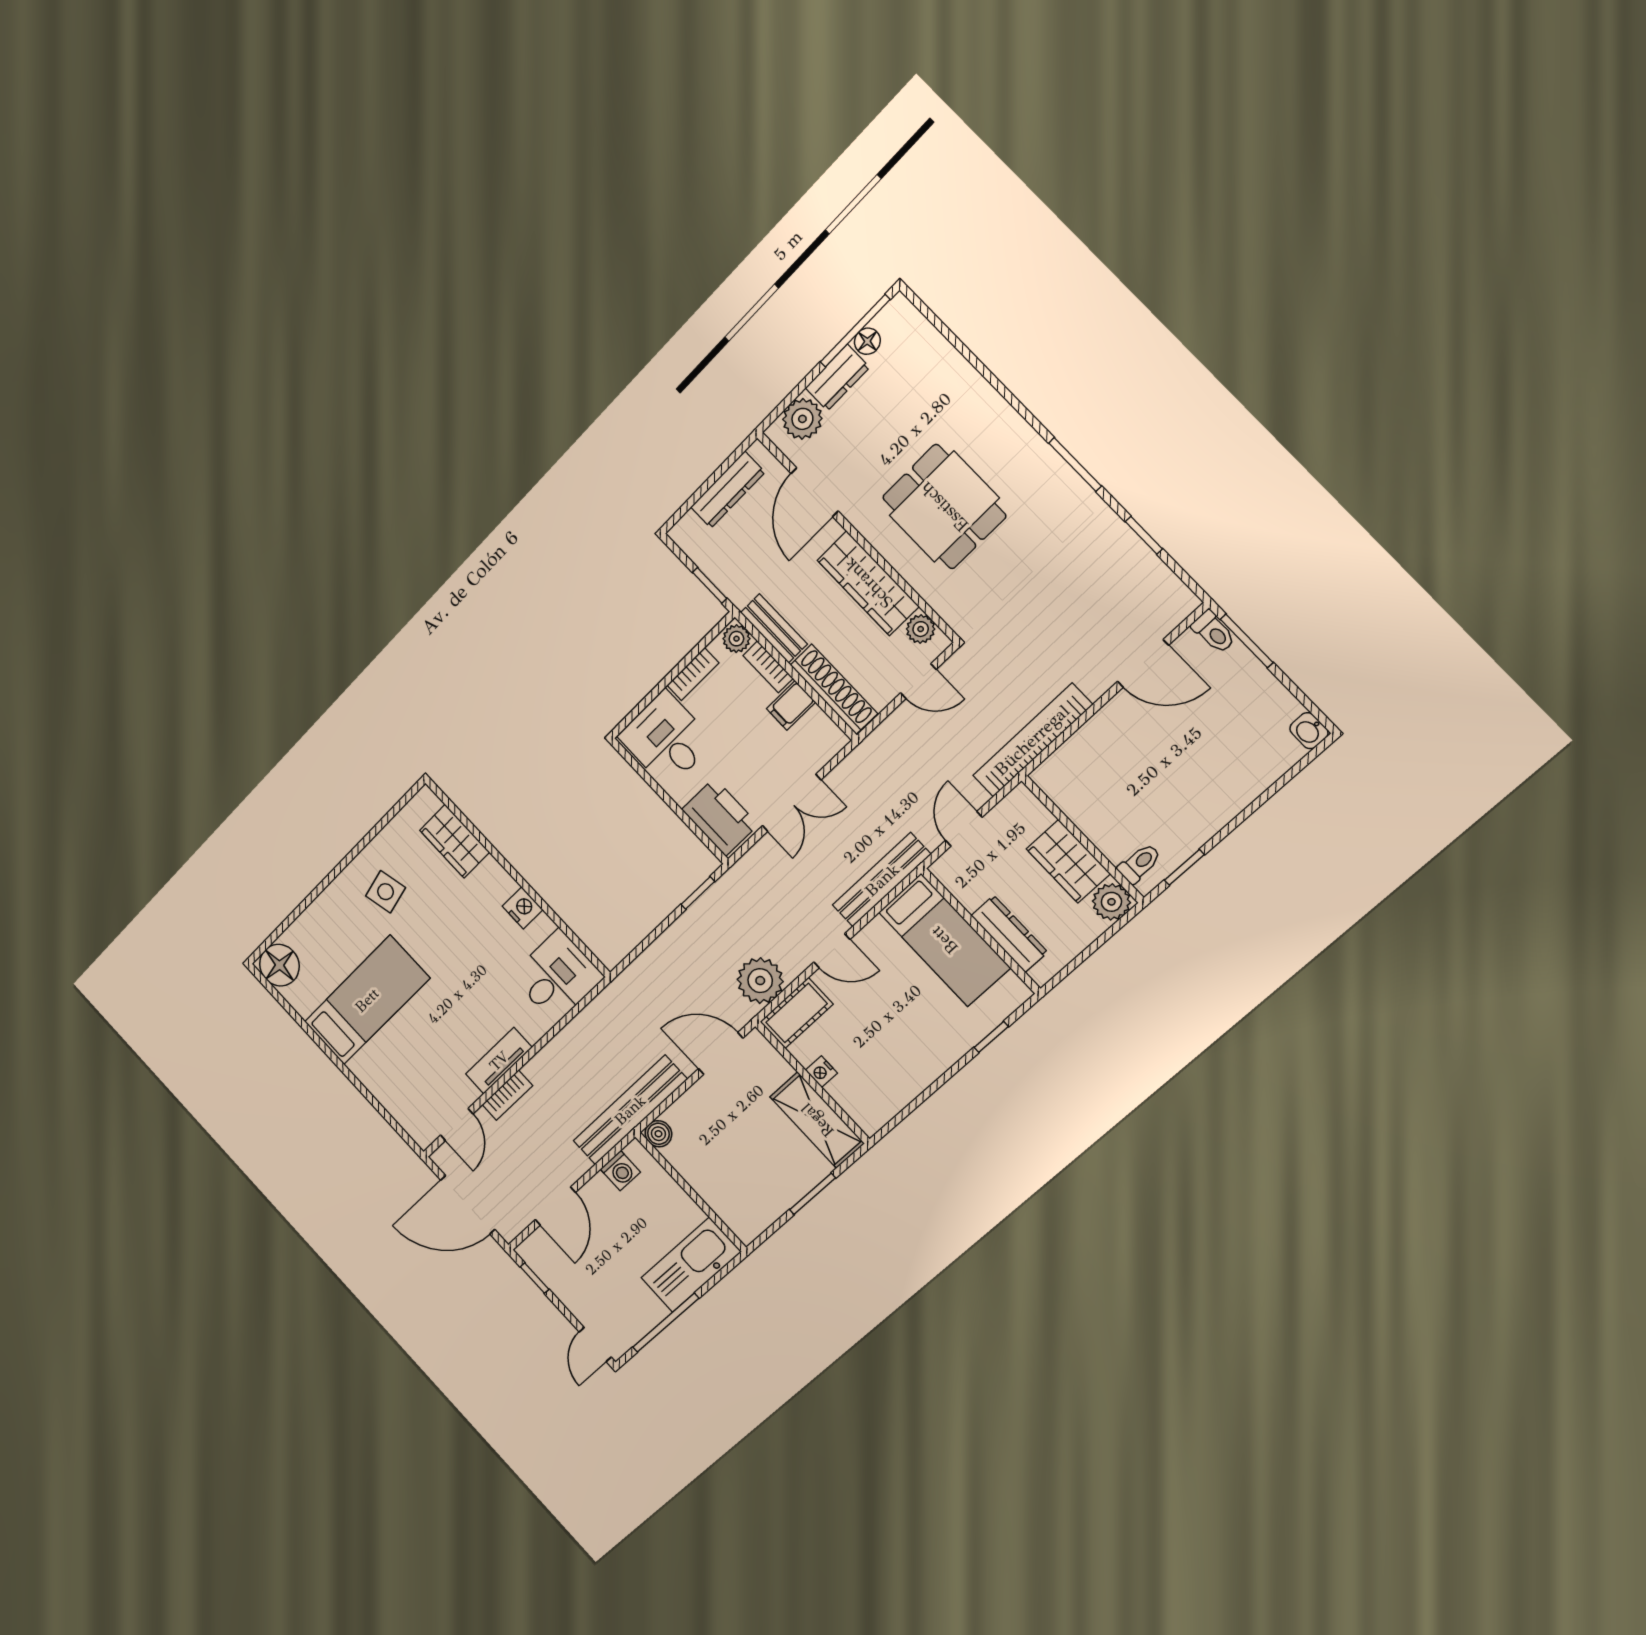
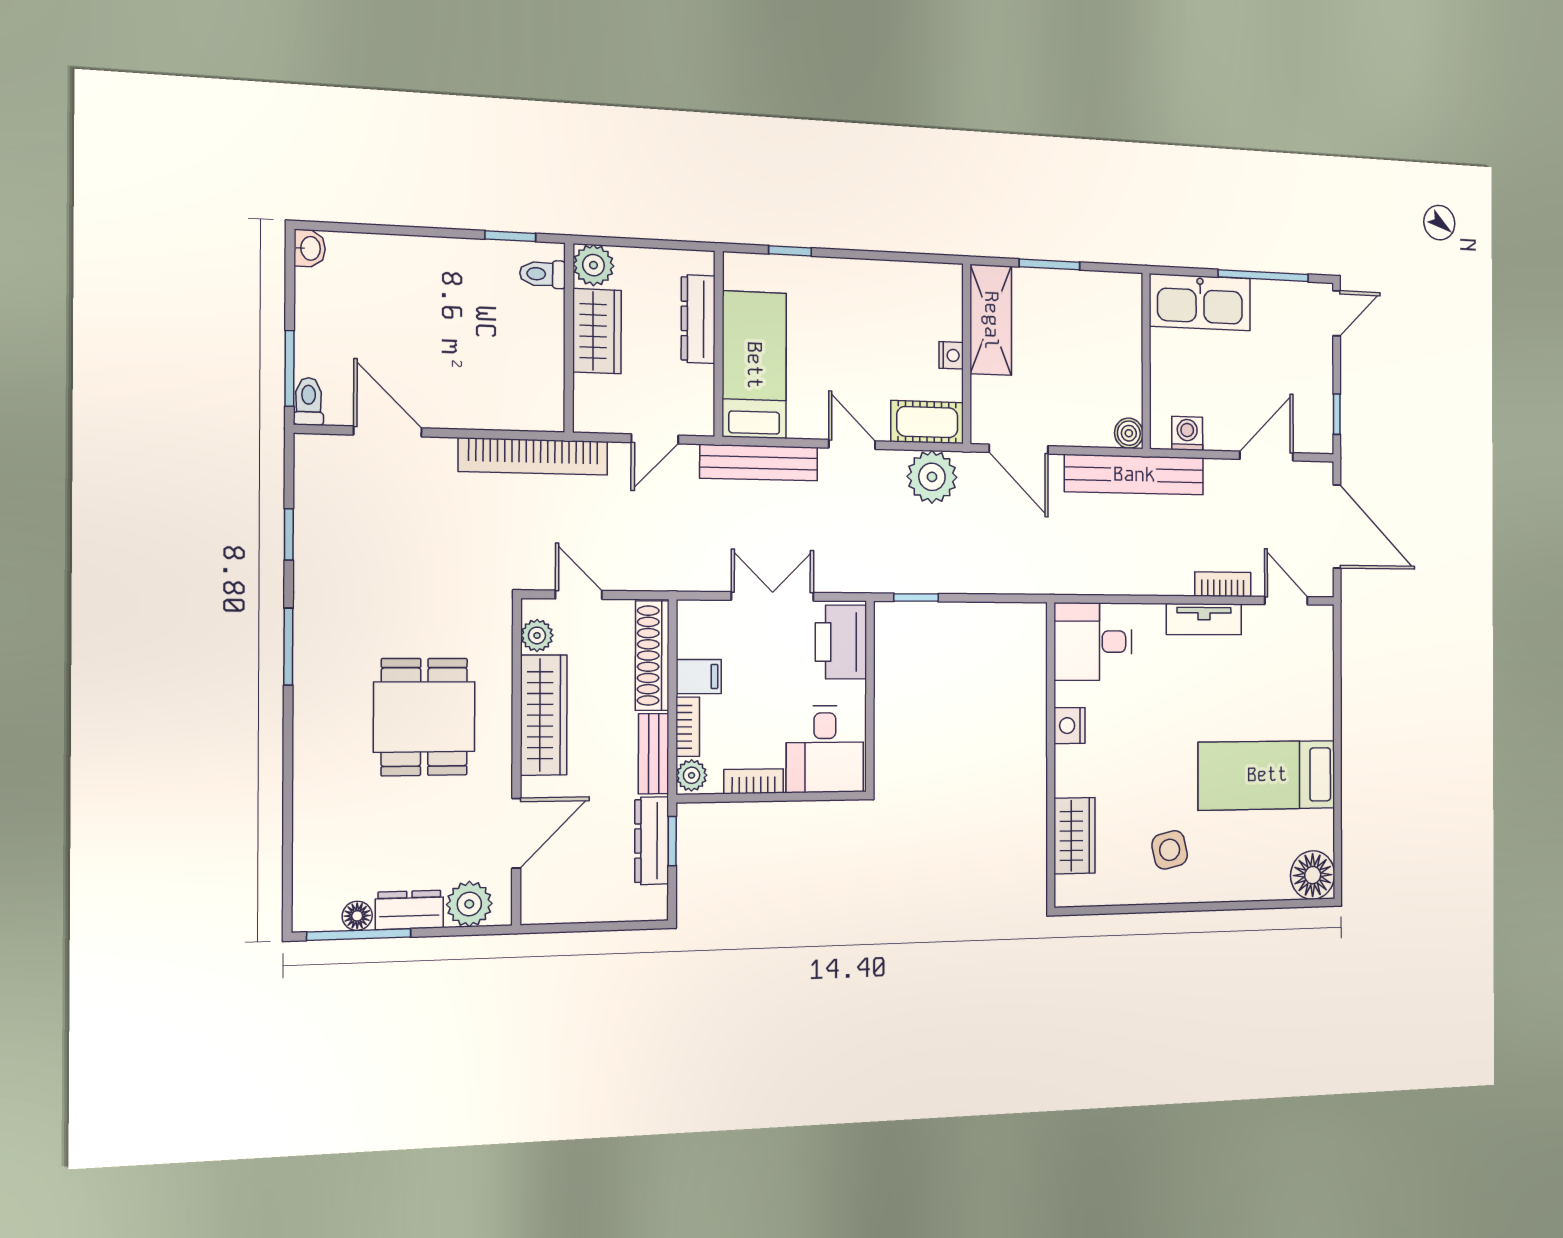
dresser: (728, 490) -> (652, 841), moved, turned -90
door: (457, 1125) -> (1286, 601), hinge flipped

